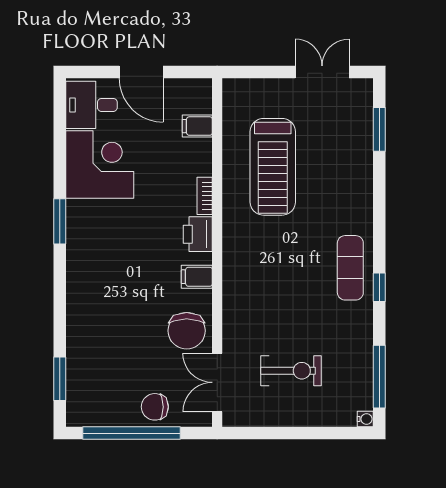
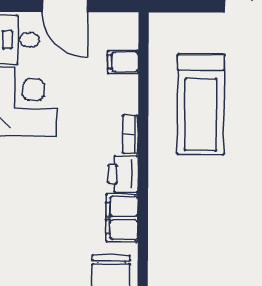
filing cabinet: (197, 277) -> (122, 218), width x2.00

